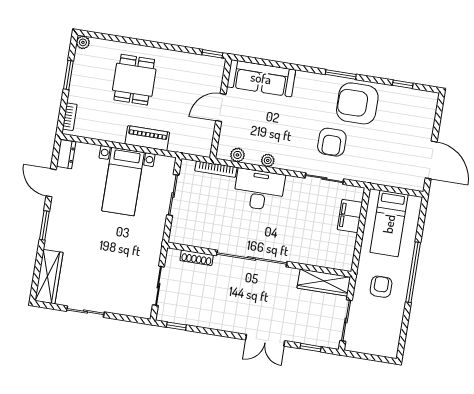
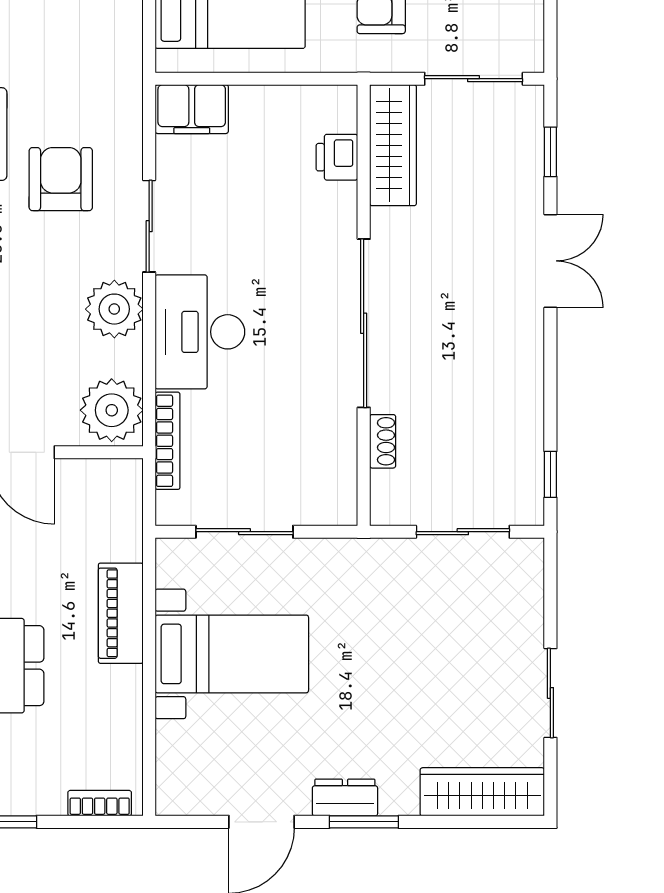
armchair: (332, 142) -> (61, 179), turned -90
dresser: (66, 154) -> (345, 797), moved
plant: (237, 155) -> (112, 410), width x1.87, depth x1.87
plant: (268, 160) -> (114, 309), width x1.88, depth x1.88
sliding door: (324, 179) -> (149, 226), moved
filing cabinet: (350, 216) -> (192, 109), moved
shoe rack: (197, 258) -> (383, 441), width x0.70
printer: (323, 258) -> (337, 157), added

